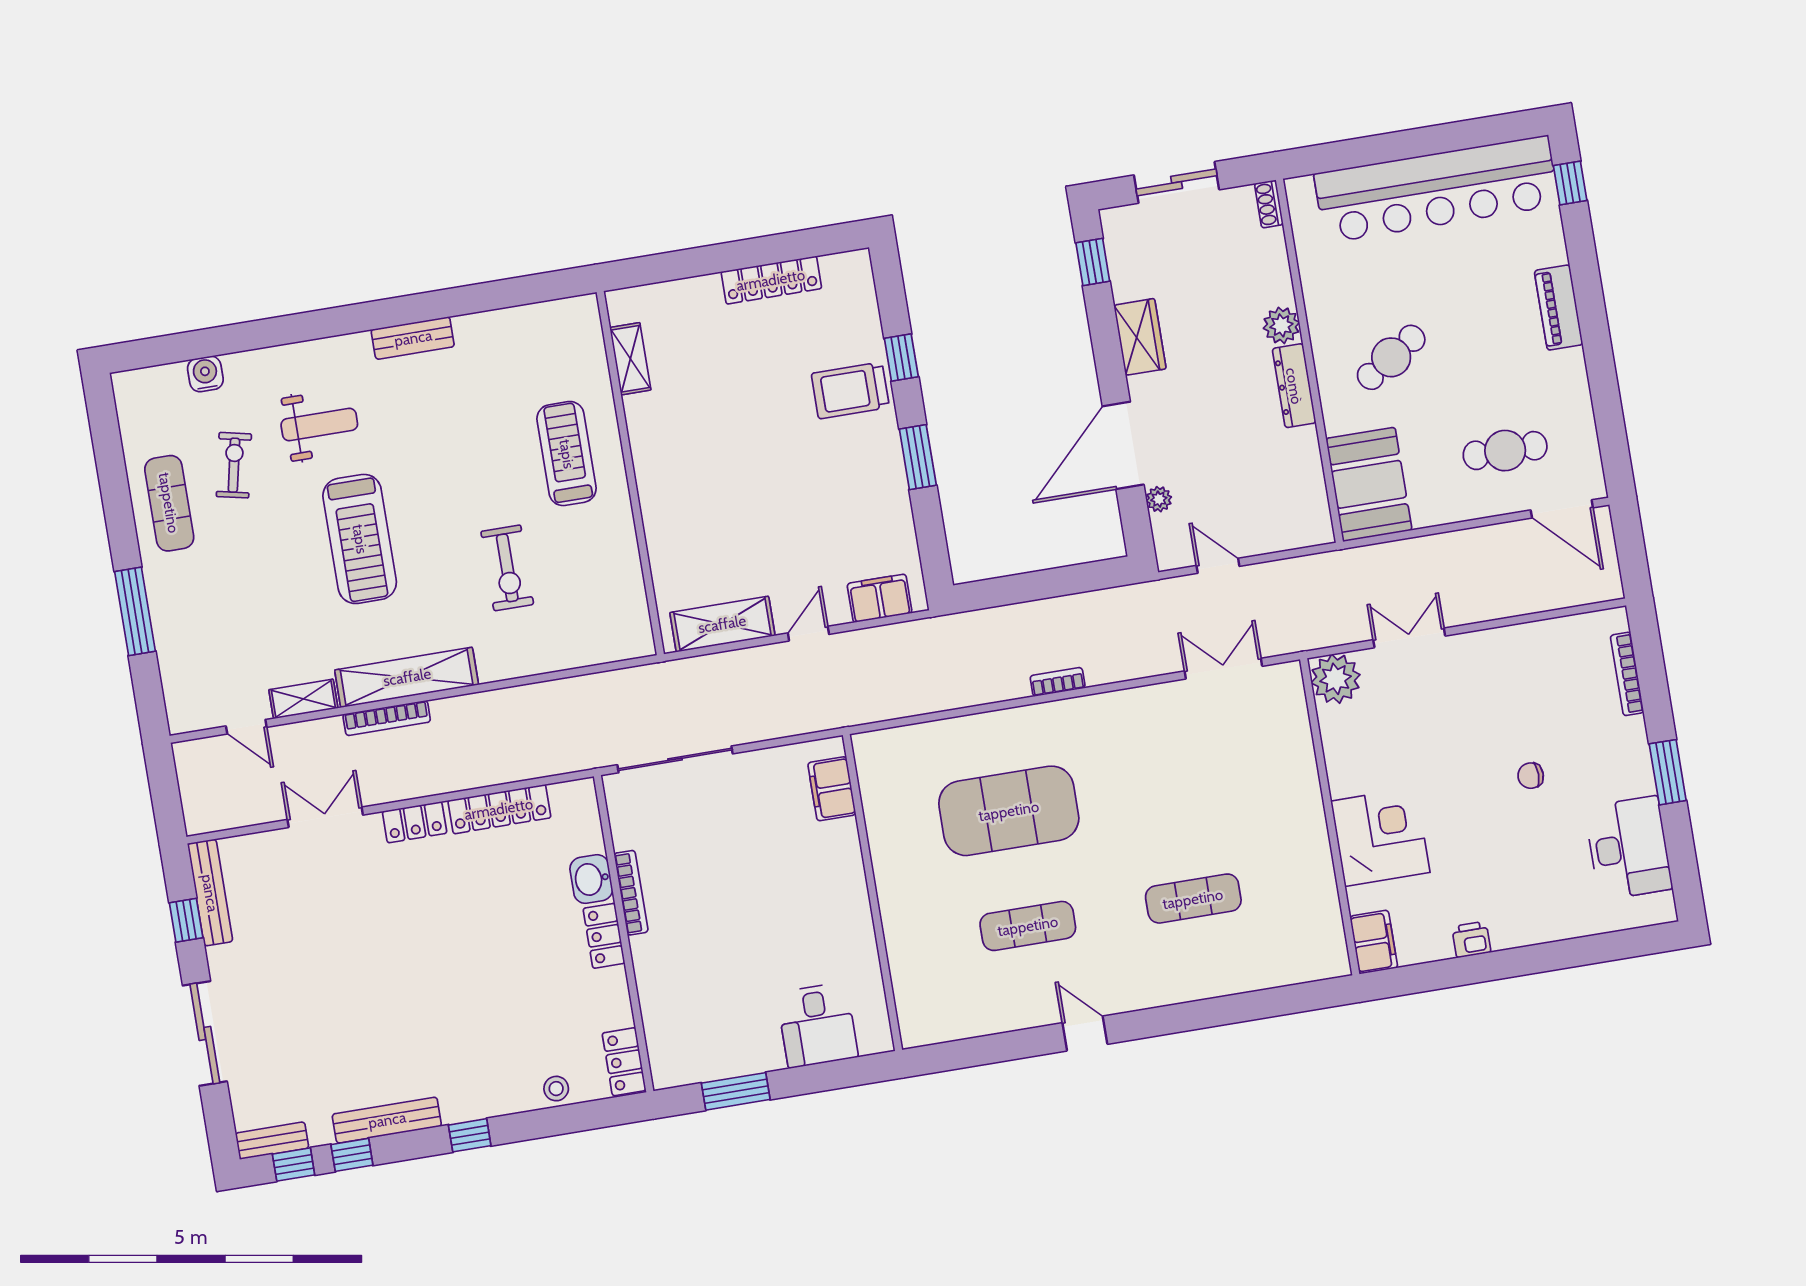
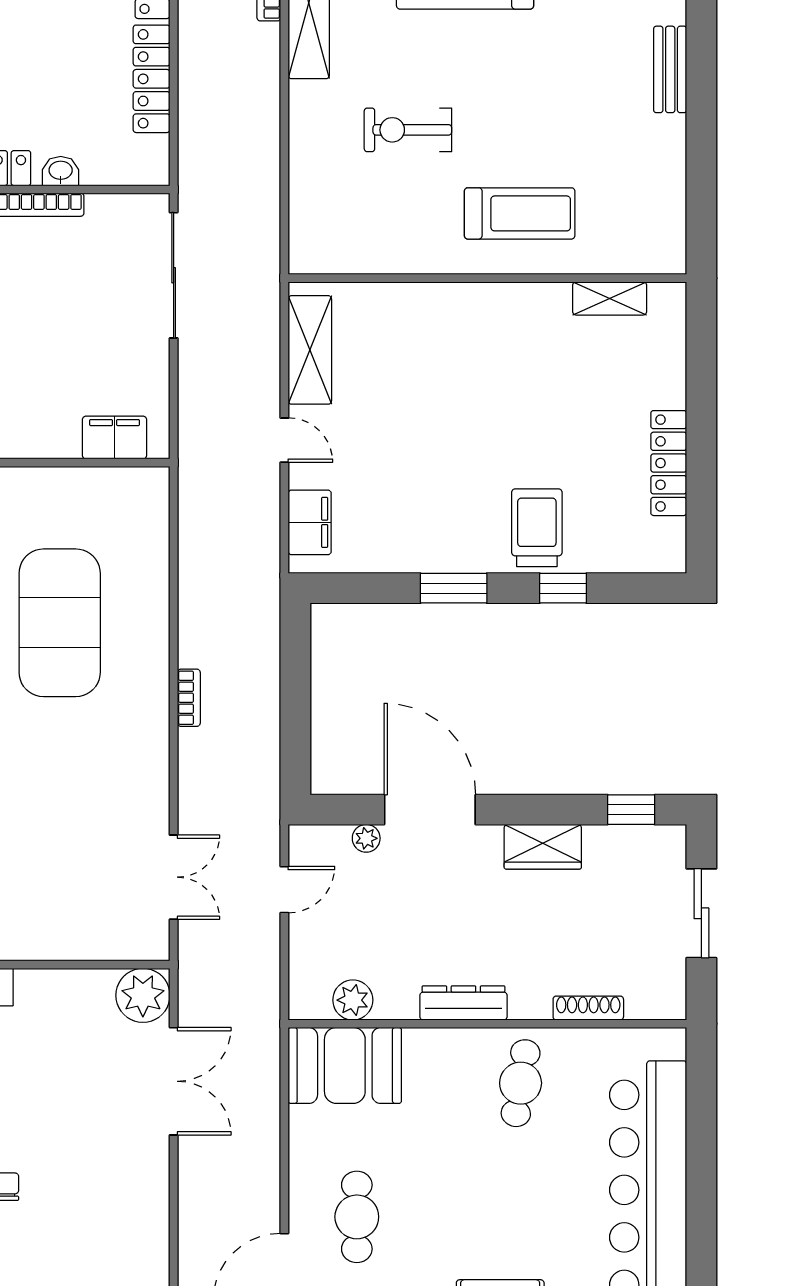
shoe rack: (1269, 204) -> (588, 1008), moved, width x1.43
plant: (1281, 325) -> (353, 1000), moved
cafe table: (1391, 357) -> (521, 1083), moved, turned 42
double door: (1409, 638) -> (174, 1081), width x1.37
washbasin: (591, 879) -> (61, 171), width x0.72, depth x0.69

